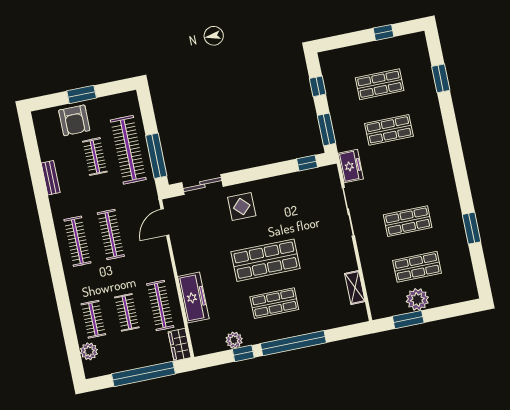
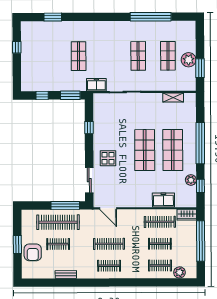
shop shelf: (380, 84) -> (49, 56), removed
armchair: (74, 120) -> (33, 252), turned 90
window: (307, 163) -> (89, 127), moved
window: (471, 228) -> (151, 17), width x2.11
clothes rail: (77, 241) -> (109, 266), width x0.73
freezer: (193, 298) -> (163, 200), width x0.71
shop shelf: (274, 303) -> (173, 150), width x1.43, depth x1.36
window: (243, 353) -> (200, 186), moved

